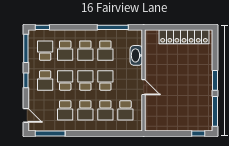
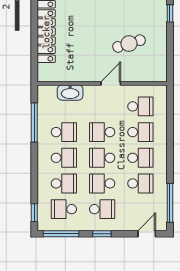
cafe table: (175, 101) -> (129, 44), added

